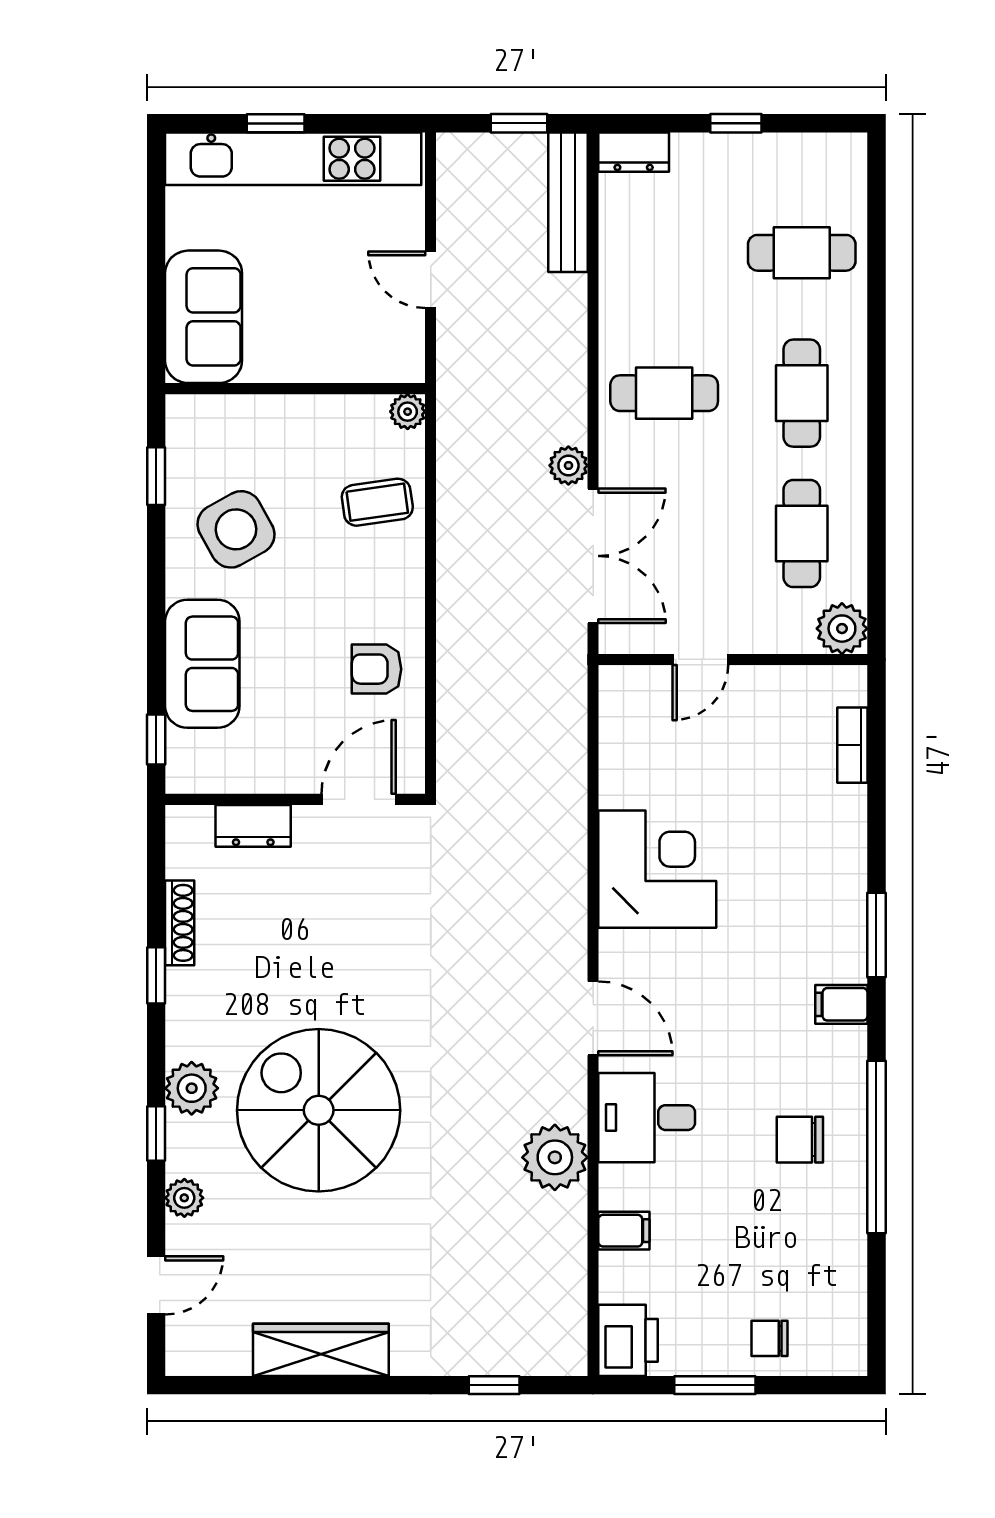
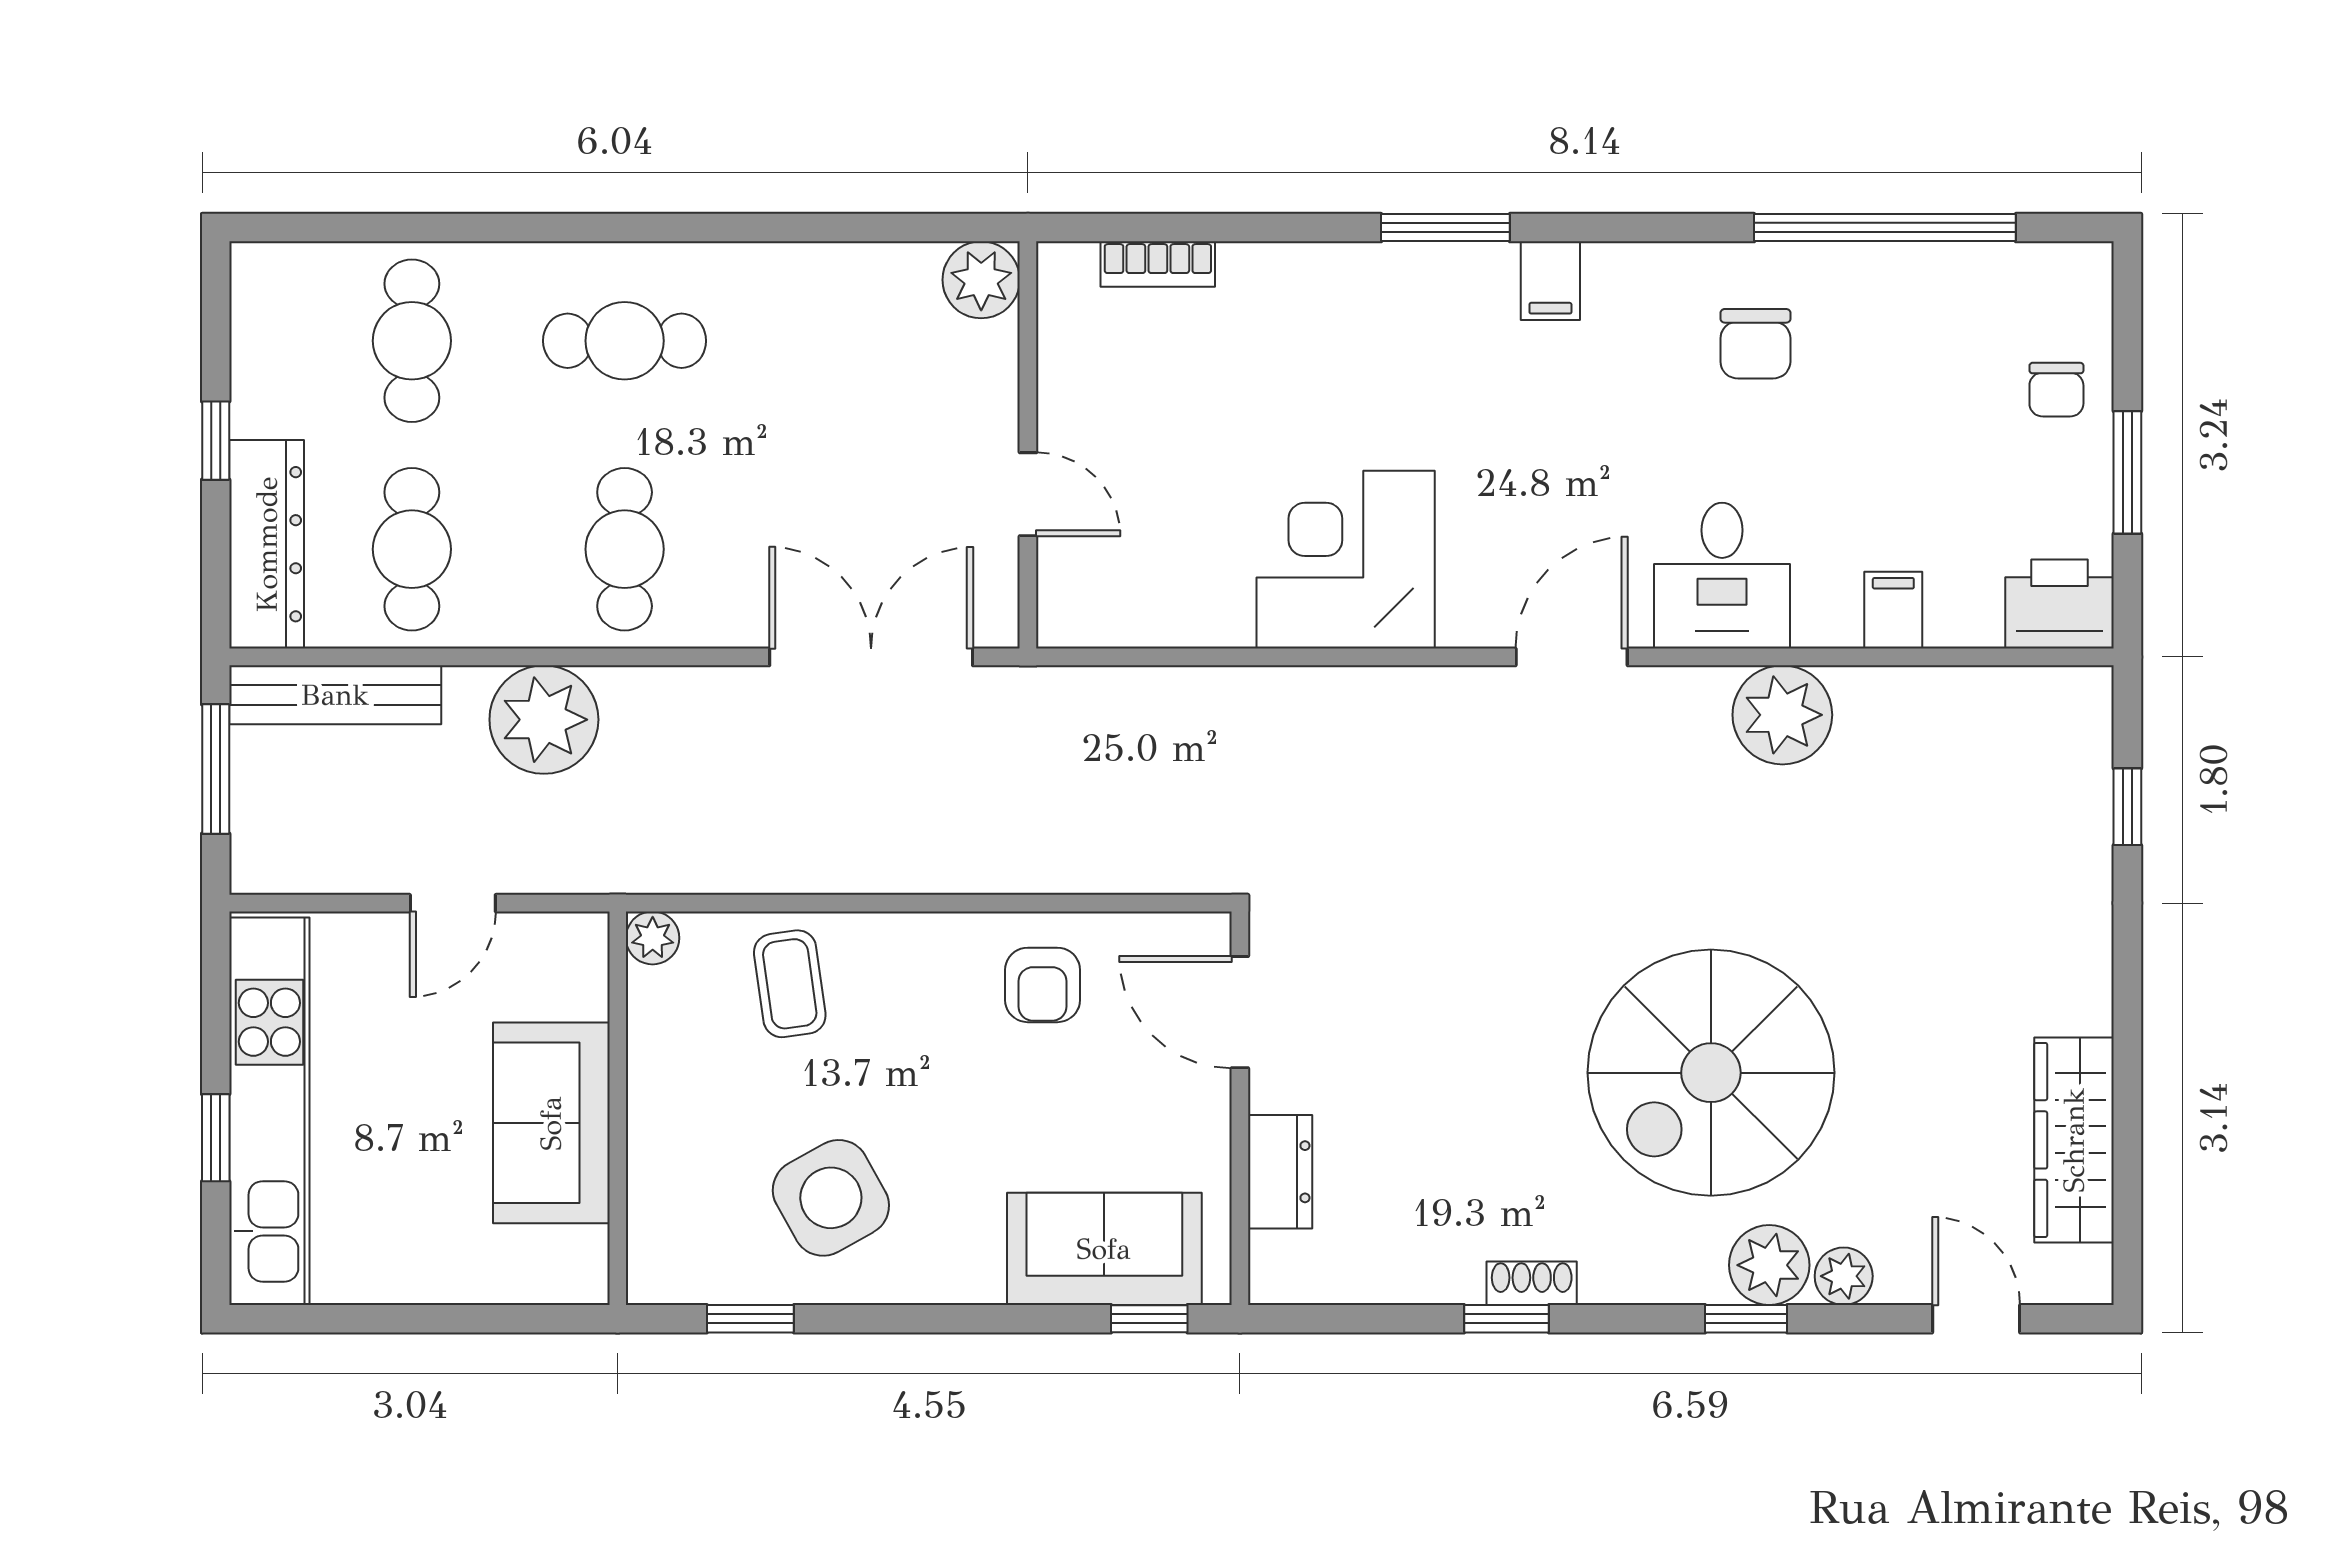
window: (519, 123) -> (216, 769), width x1.50
dresser: (634, 152) -> (267, 544), width x1.96, depth x1.24
sofa: (204, 317) -> (551, 1123), moved, turned -90
plant: (568, 466) -> (544, 720), moved, width x1.87, depth x1.87
cafe table: (802, 534) -> (412, 549), moved, turned 90
sofa: (202, 664) -> (1104, 1249), moved
shoe rack: (180, 923) -> (1532, 1283), moved, width x0.70
plant: (192, 1088) -> (1769, 1265), moved
window: (876, 1147) -> (1885, 228), moved
wardrobe: (321, 1350) -> (2074, 1140), moved

